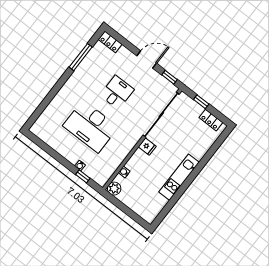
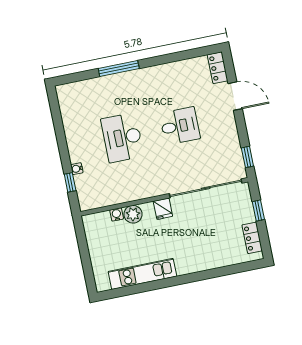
window: (81, 57) -> (119, 69), moved
door: (147, 60) -> (235, 96), moved
desk: (91, 126) -> (122, 138), width x0.73, depth x0.77
kitchen unit: (179, 177) -> (142, 274), moved
plant: (114, 189) -> (133, 214), moved

